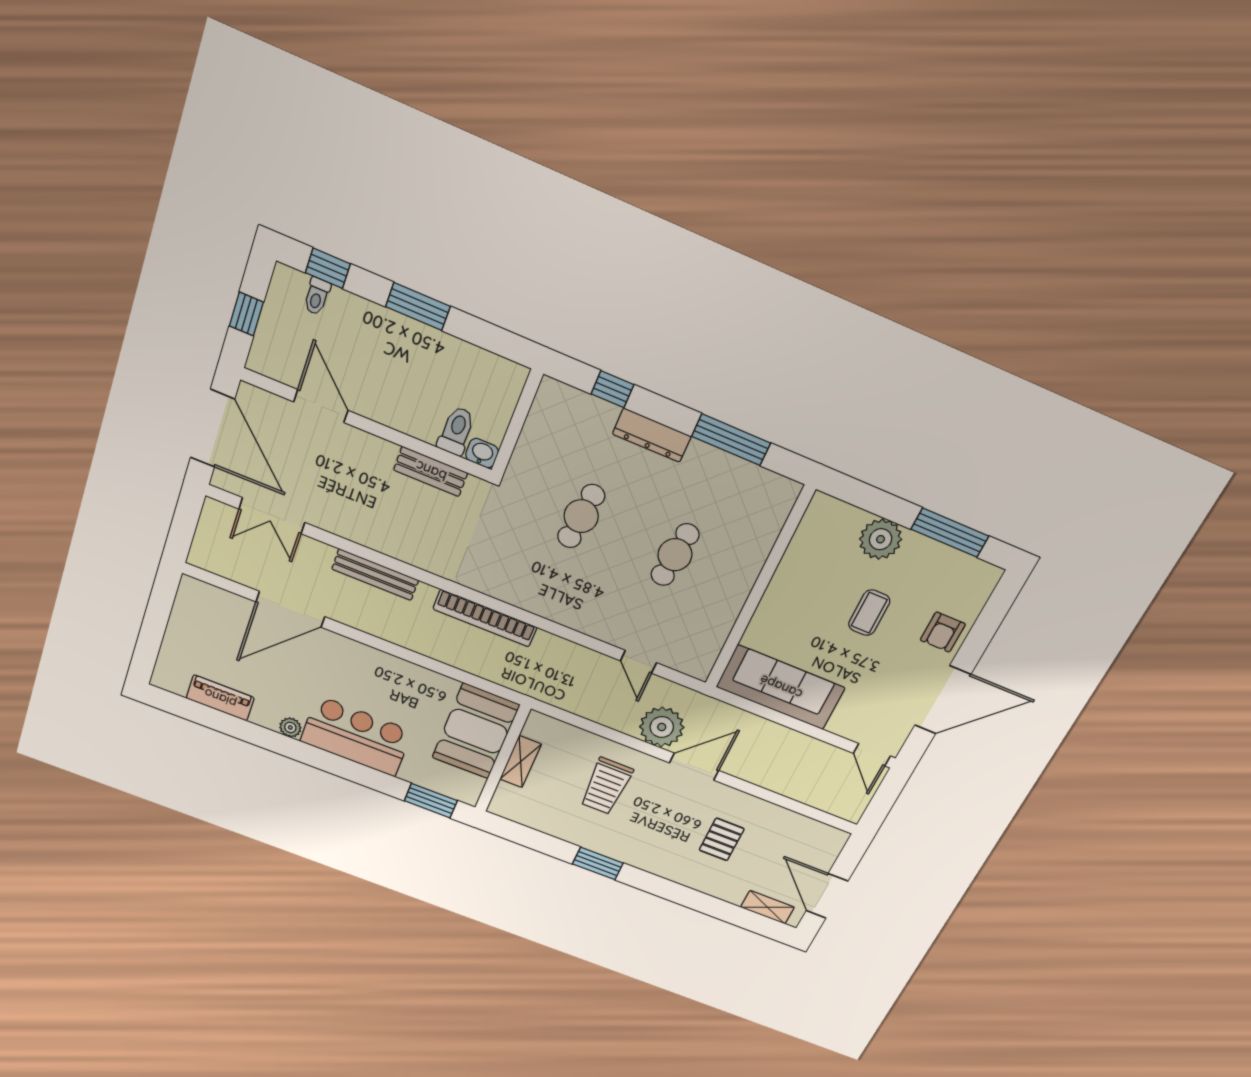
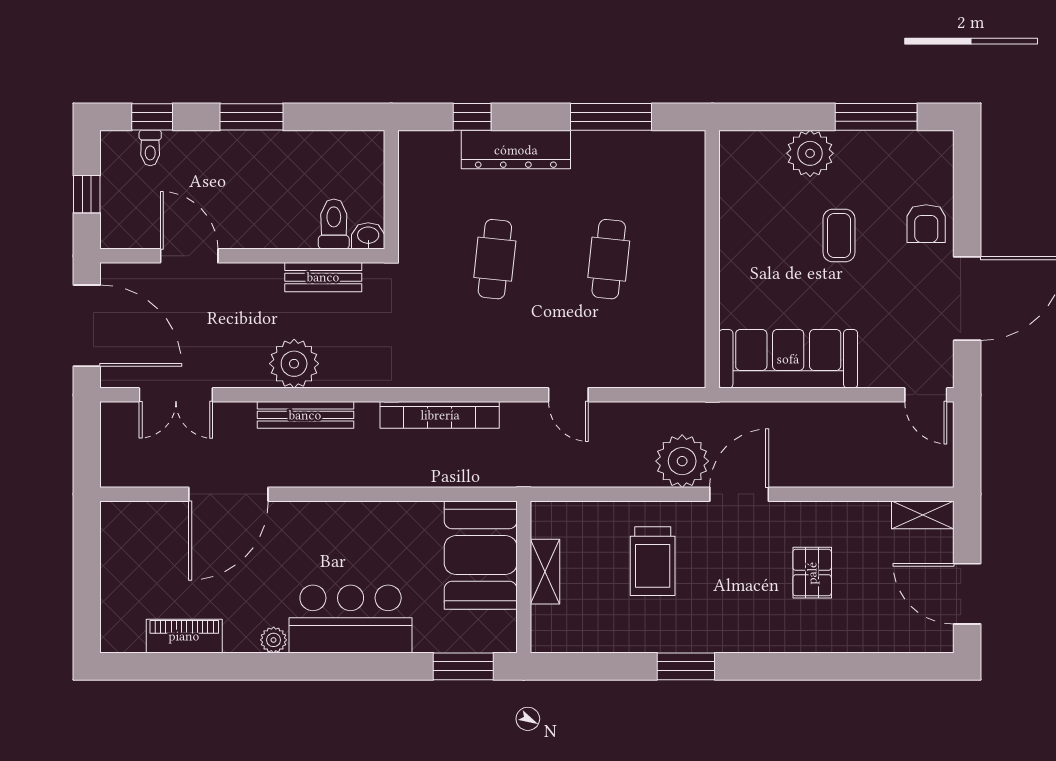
dresser: (652, 435) -> (516, 150), width x1.37, depth x1.24
plant: (380, 531) -> (294, 364), added
door: (639, 662) -> (568, 395), moved
shelving: (767, 907) -> (923, 515), moved

